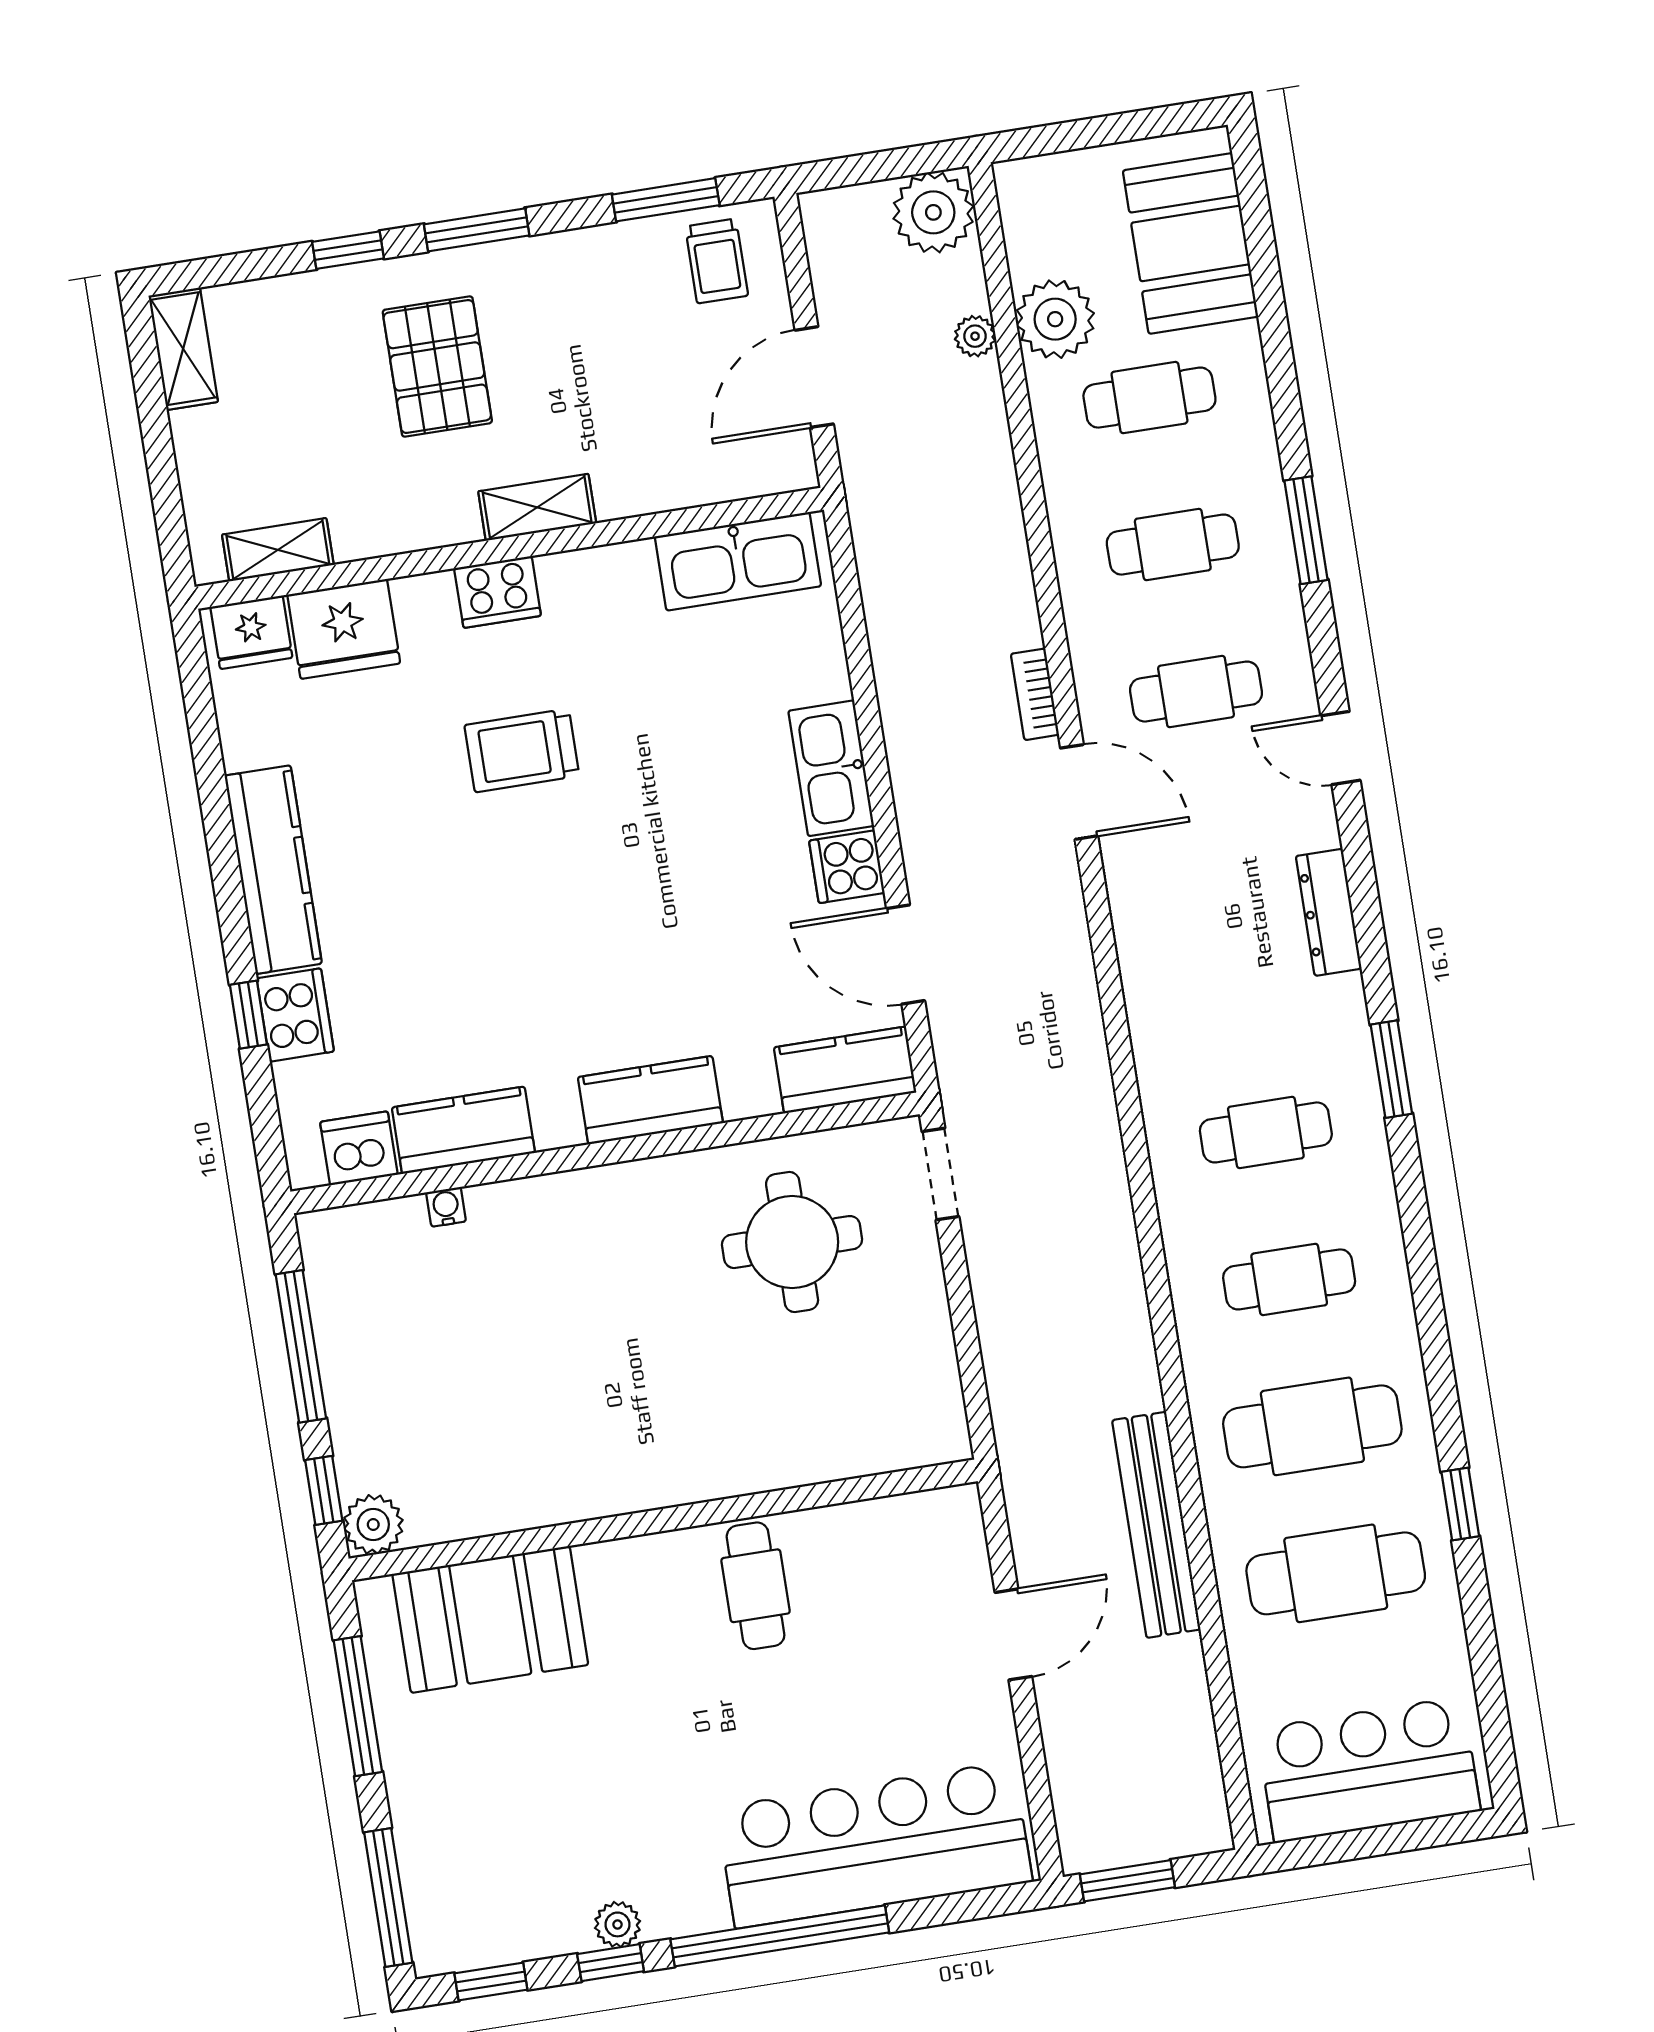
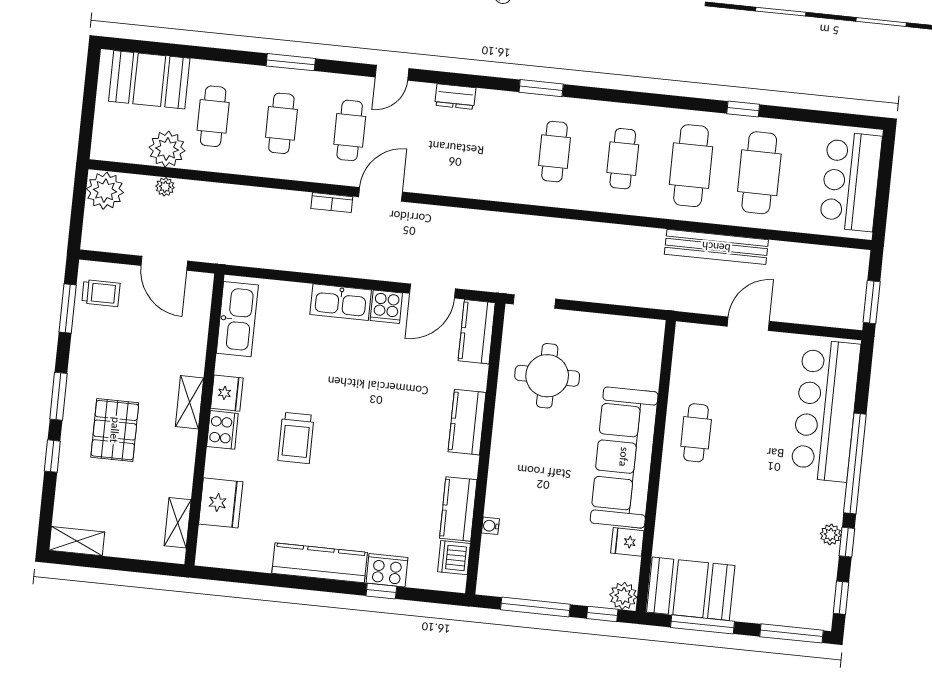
pallet: (437, 366) -> (115, 430), turned 90
fridge: (251, 632) -> (227, 393), moved
dresser: (1329, 912) -> (455, 97), width x0.70
sofa: (664, 1449) -> (624, 457), added
fridge: (489, 1503) -> (627, 542), added
cafe table: (756, 1586) -> (696, 433), turned 90
booth: (490, 1619) -> (691, 589), moved, turned 90
door: (1013, 1634) -> (748, 324), hinge flipped

